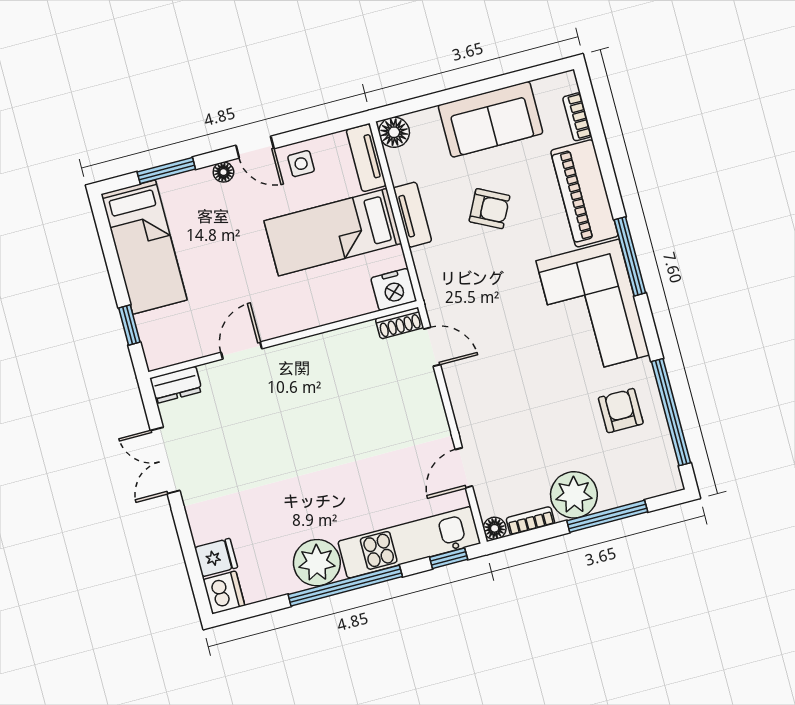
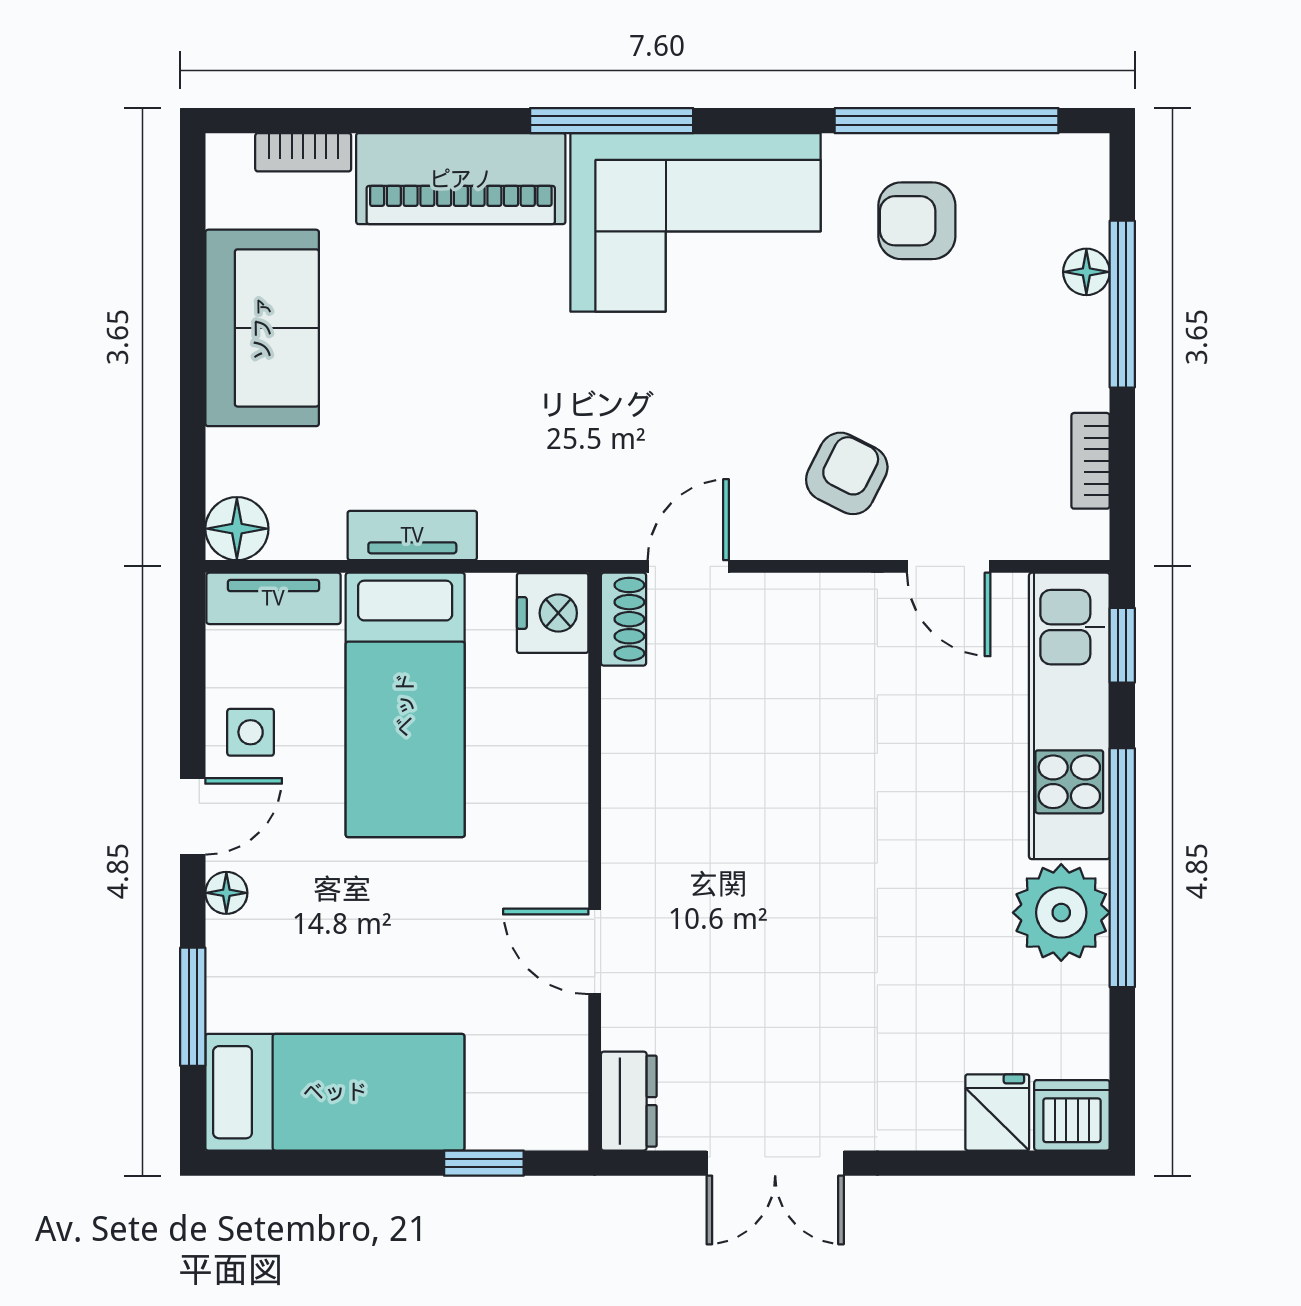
armchair: (490, 209) -> (847, 473), moved
plant: (574, 495) -> (1061, 360), removed
floor lamp: (495, 528) -> (1086, 272), moved

